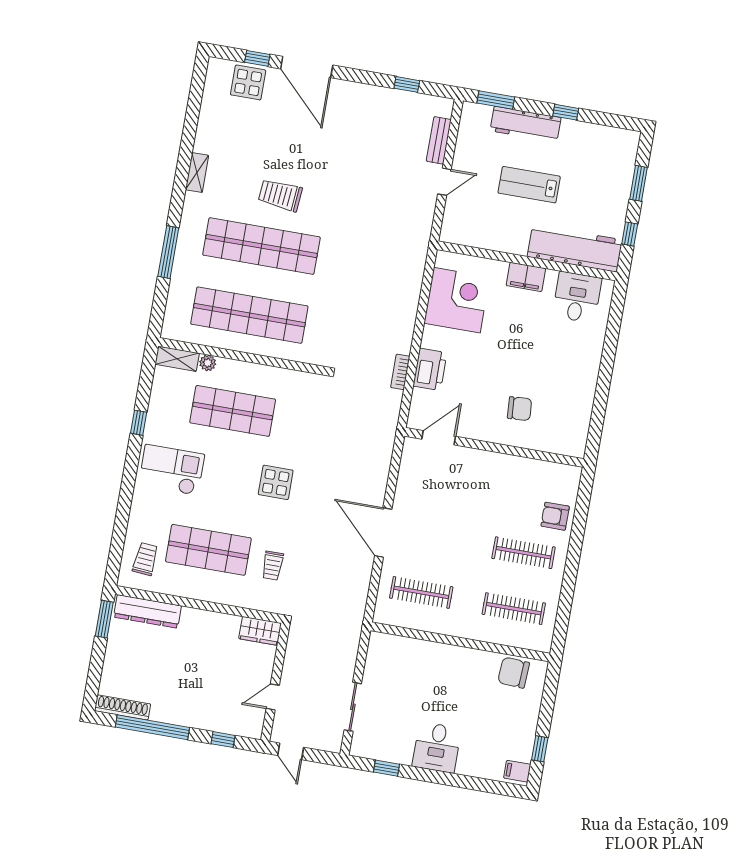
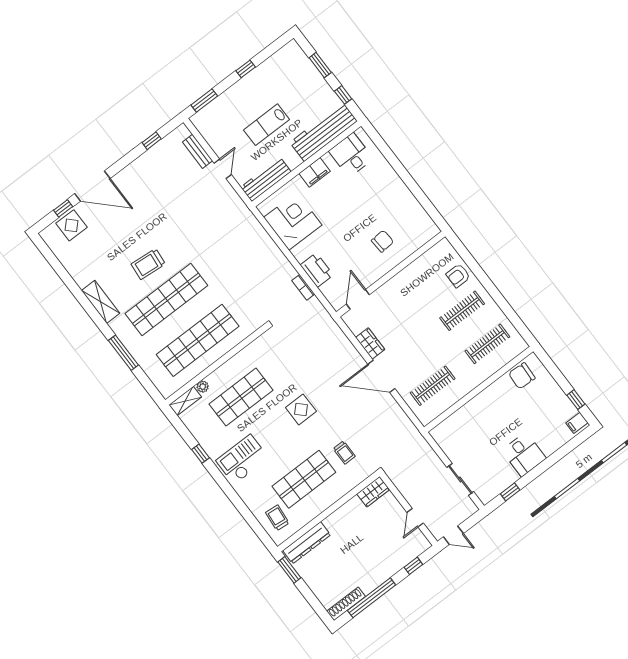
workbench: (525, 124) -> (266, 179), moved, turned 180
shelving: (197, 173) -> (101, 302), width x1.50, depth x1.33
wardrobe: (406, 491) -> (370, 343), added

